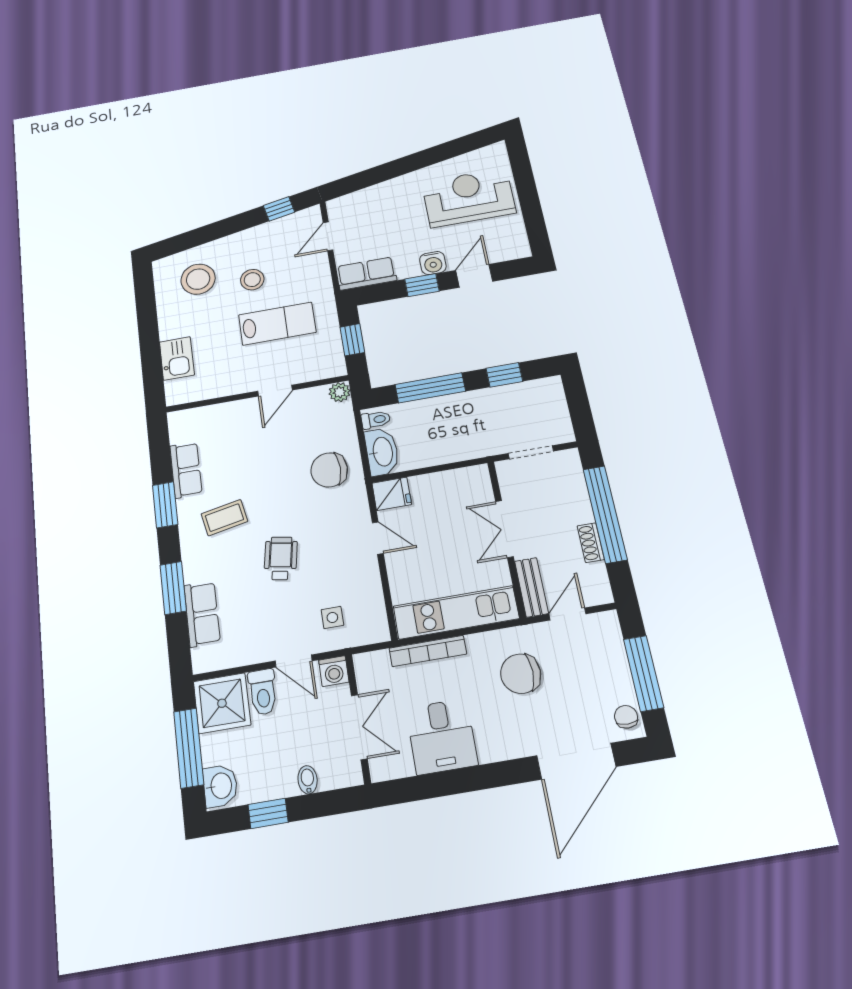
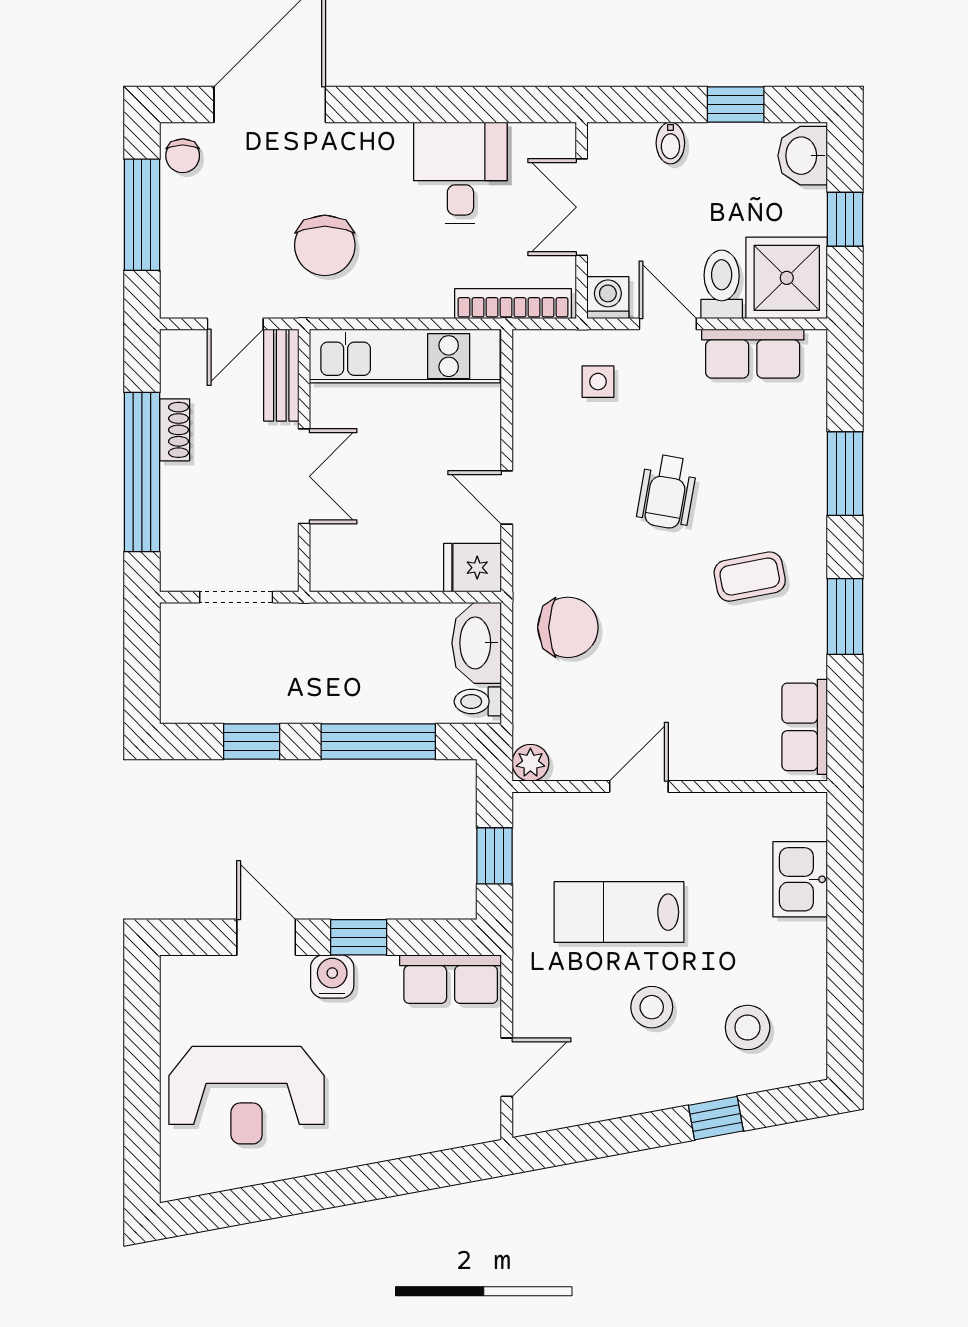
window: (279, 209) -> (716, 1118), moved
door: (474, 276) -> (266, 937), swing flipped
stool: (198, 279) -> (748, 1027), width x0.73, depth x0.73
row of seats: (186, 470) -> (805, 727), moved
row of seats: (202, 614) -> (753, 354), moved, turned -90
bookcase: (428, 651) -> (513, 304), moved
chair: (521, 674) -> (325, 245), turned 90
window: (189, 748) -> (845, 219), width x0.46

